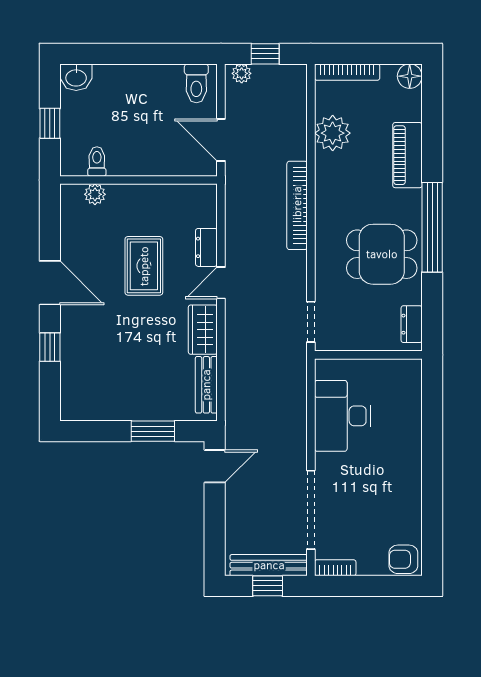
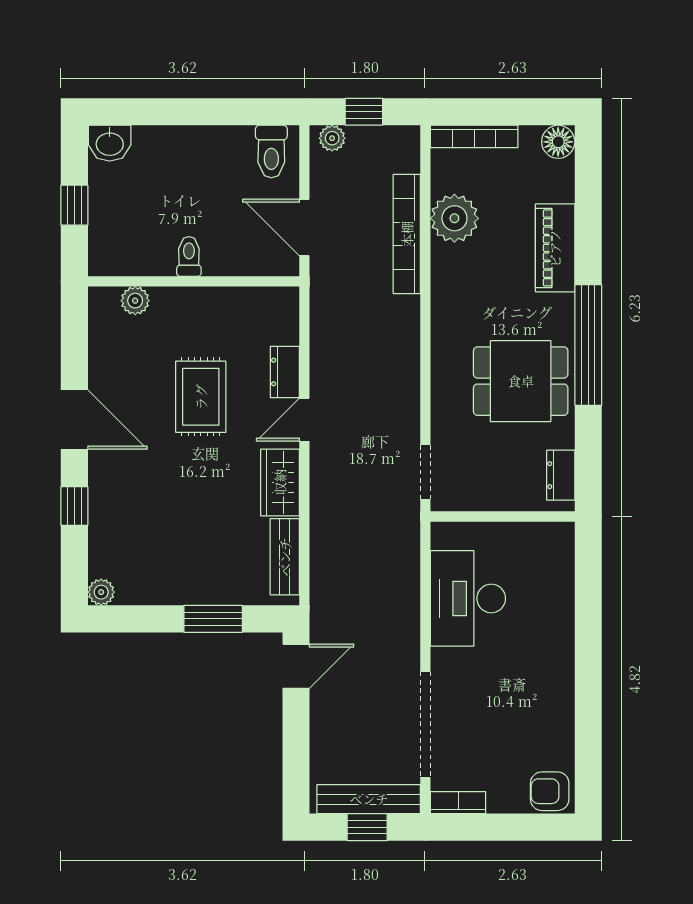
toilet: (97, 161) -> (189, 256), moved
bookcase: (297, 205) -> (407, 234), moved
plant: (70, 411) -> (101, 592), added

